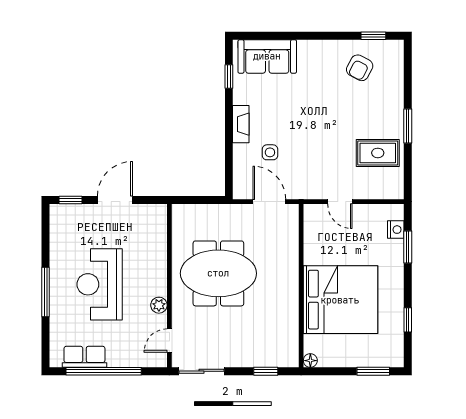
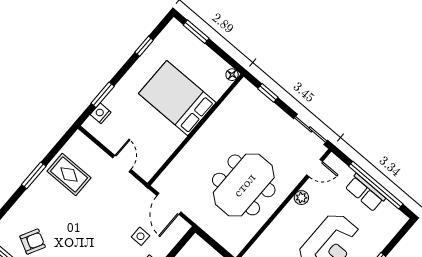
meeting table: (218, 273) -> (244, 185), turned 90
bed: (340, 300) -> (177, 98), width x0.73
row of seats: (84, 357) -> (365, 193), moved

